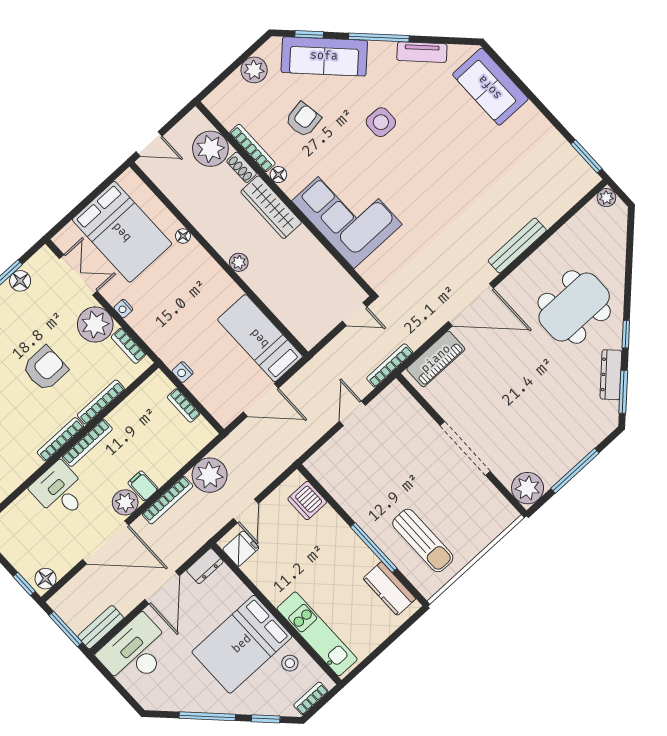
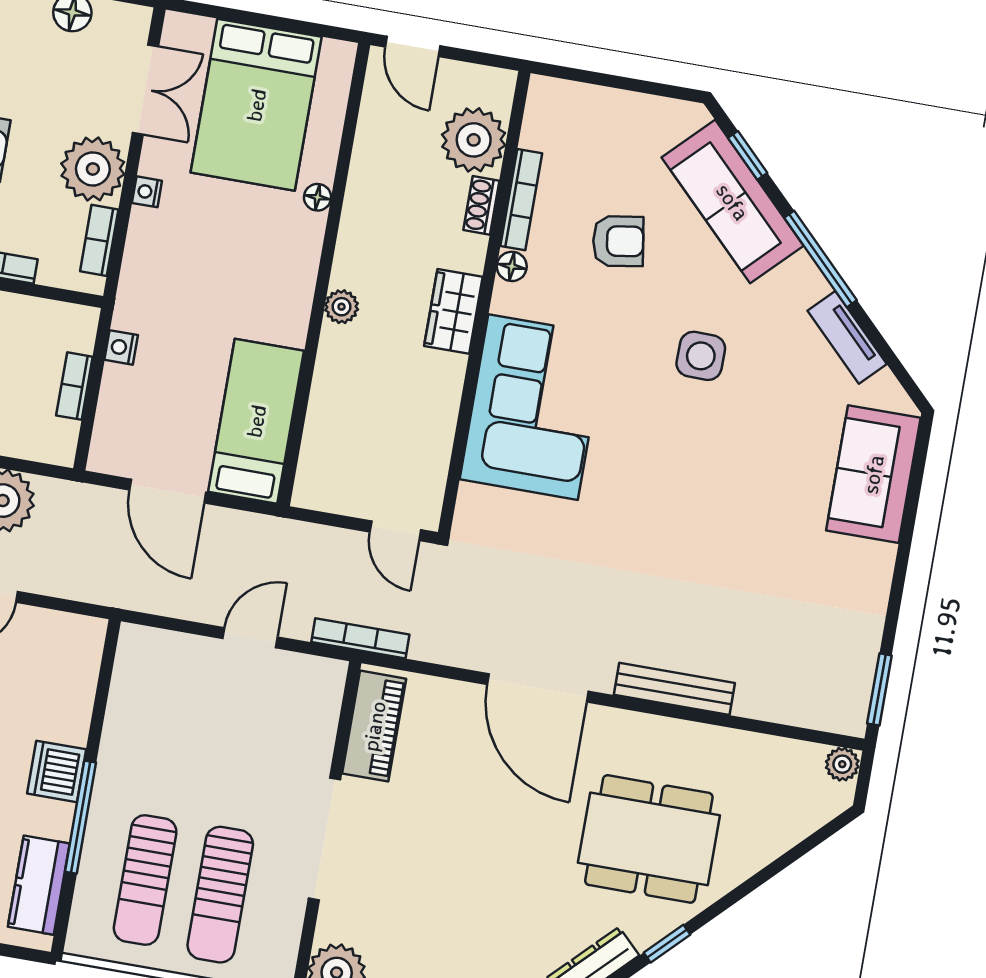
plant: (254, 70) -> (635, 115), removed
wardrobe: (271, 207) -> (453, 311), width x0.67
piano: (436, 359) -> (374, 726), moved, turned -90
dishwasher: (307, 501) -> (57, 771), moved
sun lounger: (454, 513) -> (220, 895), added

